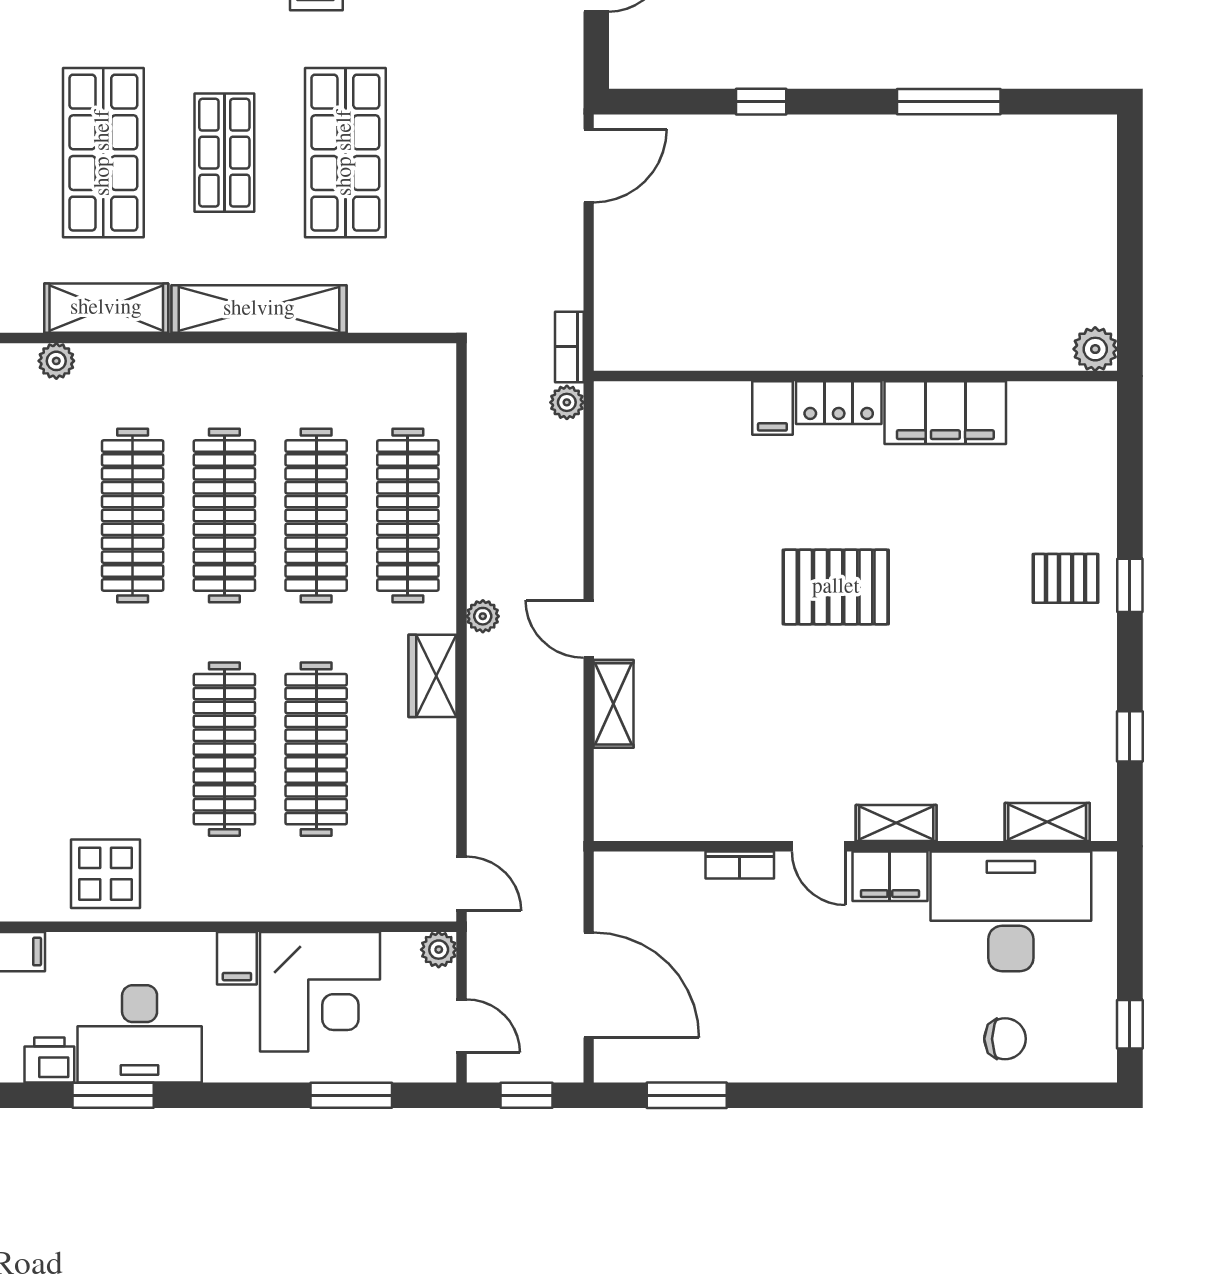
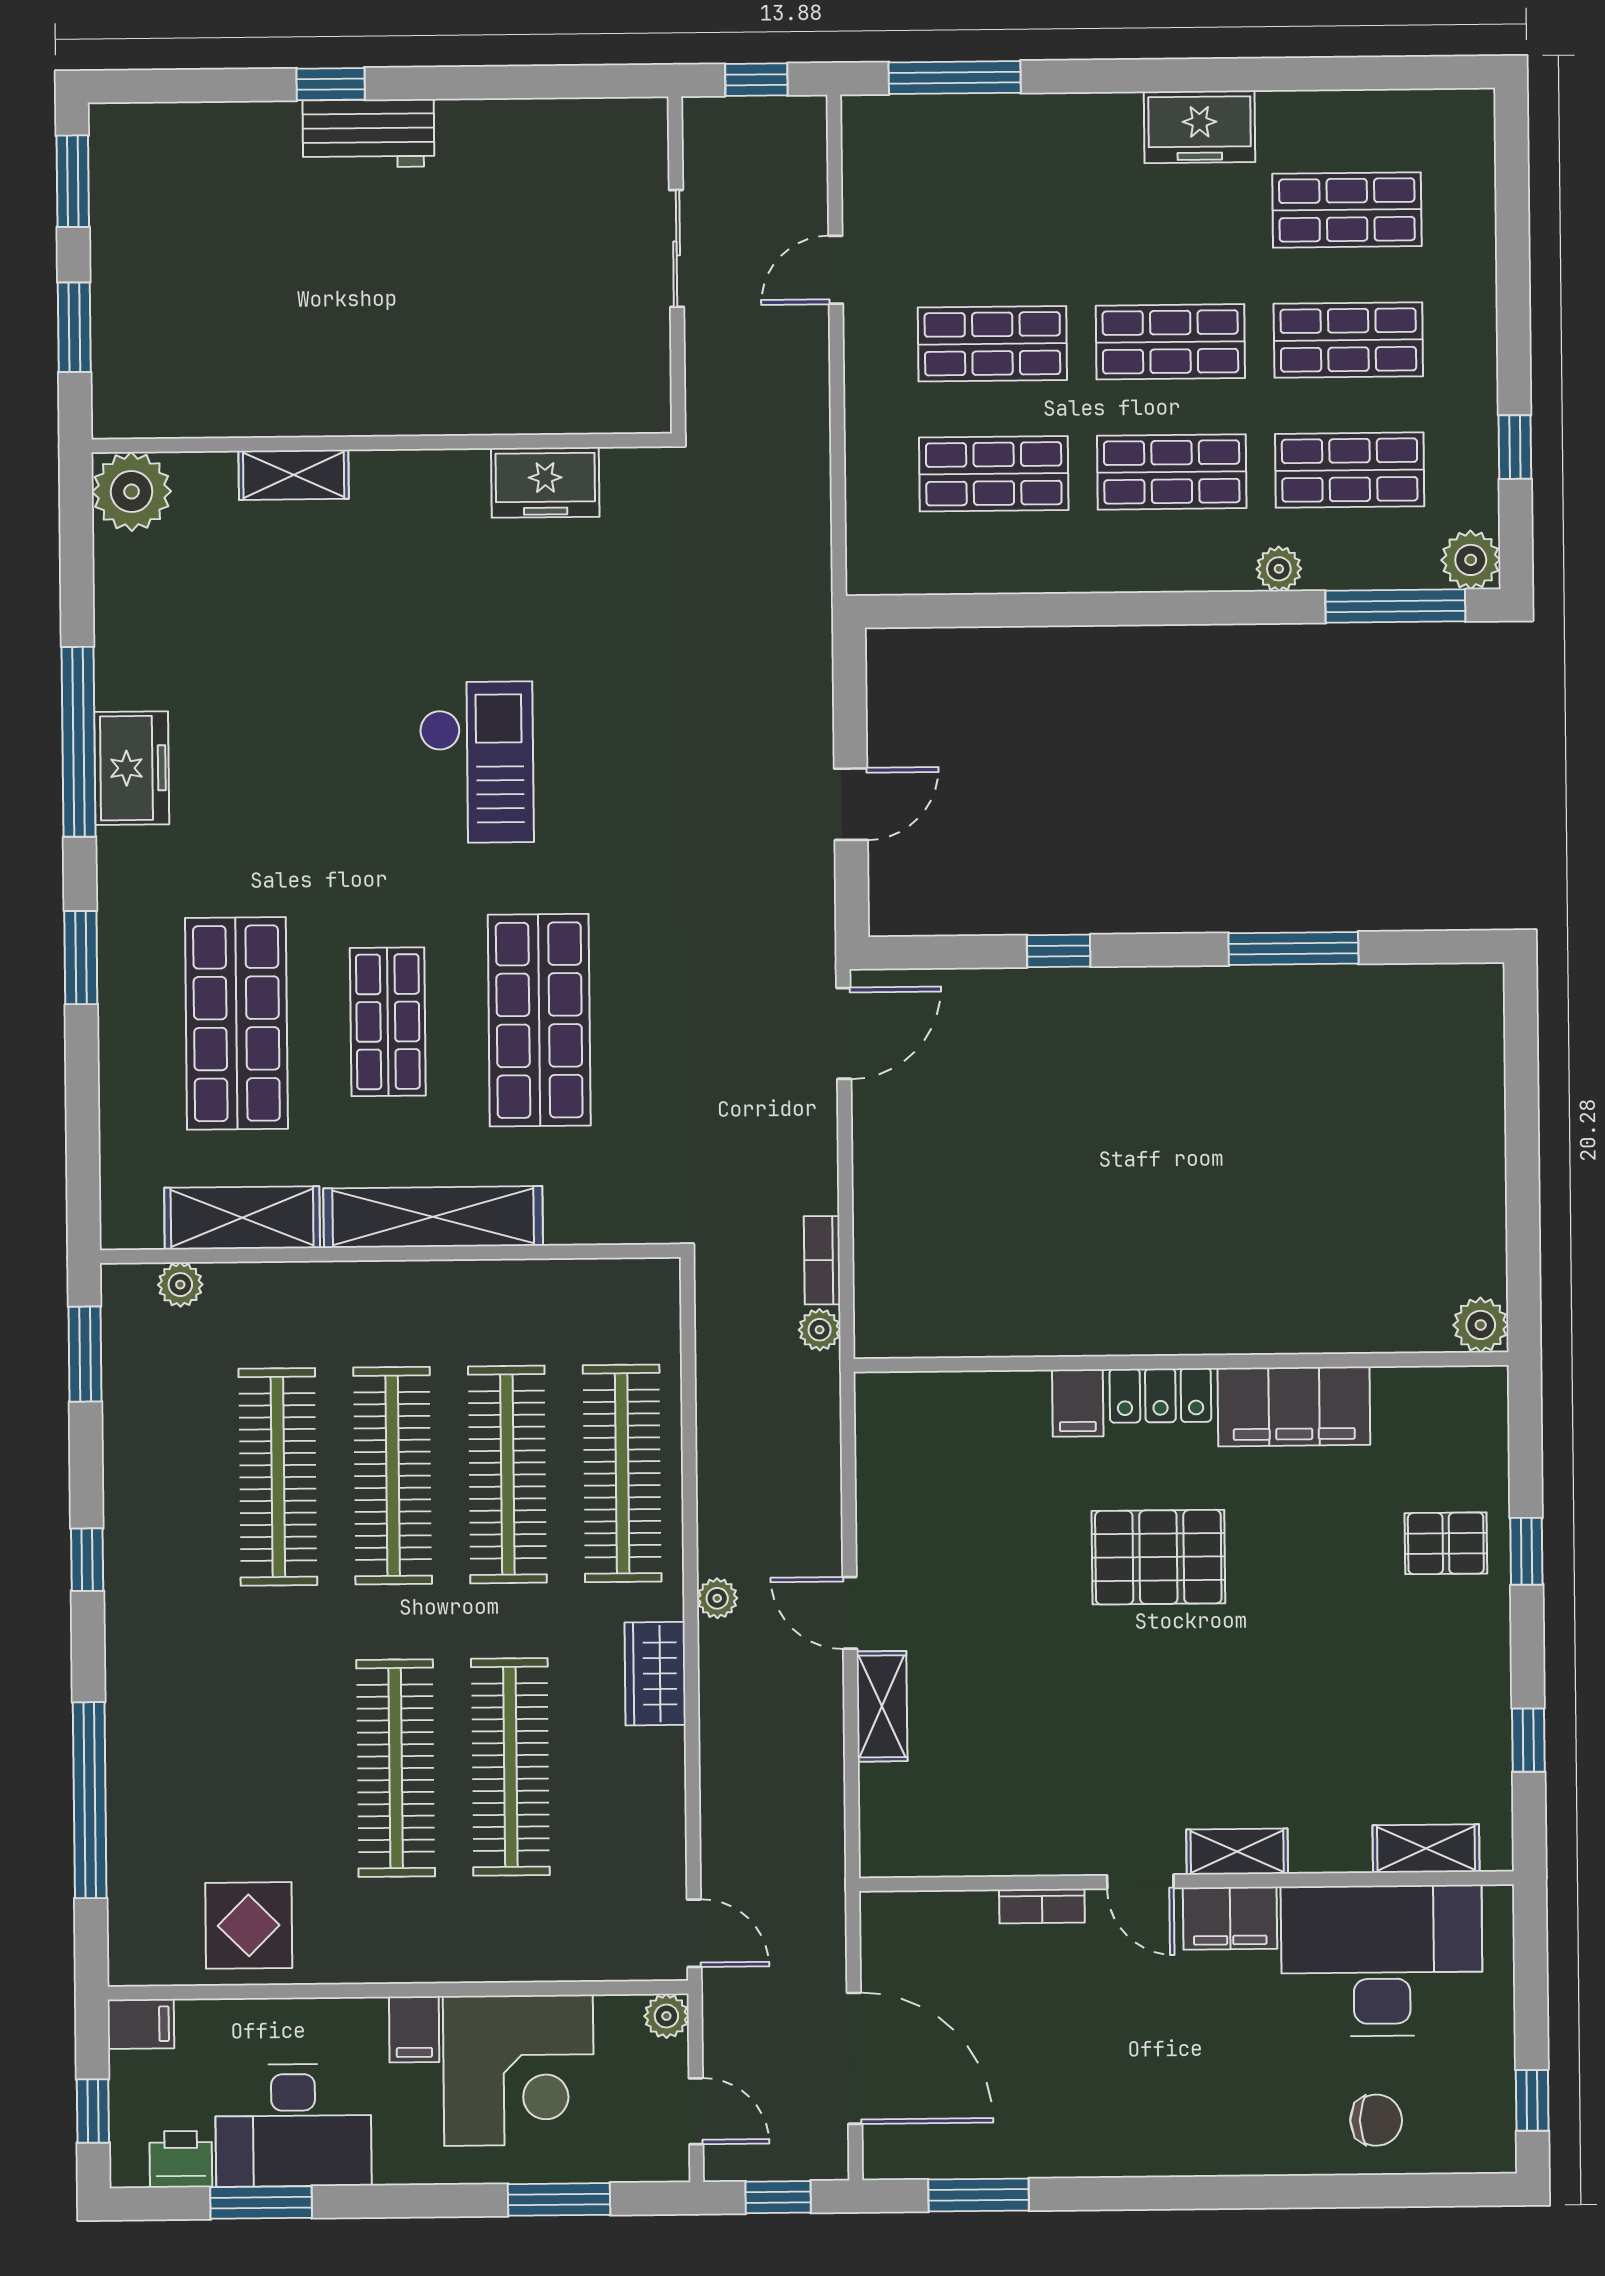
plant: (1095, 349) -> (1481, 1325), moved
wall: (855, 376) -> (1181, 1362), moved
locker: (839, 403) -> (1160, 1395), moved
filing cabinet: (772, 408) -> (1078, 1403), moved
filing cabinet: (945, 413) -> (1294, 1406), moved

